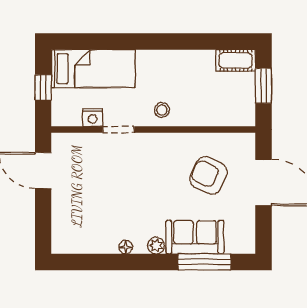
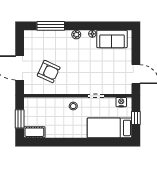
nightstand: (93, 117) -> (121, 102), moved
sofa: (195, 237) -> (112, 39), moved

